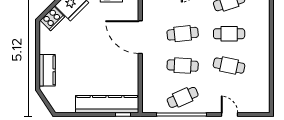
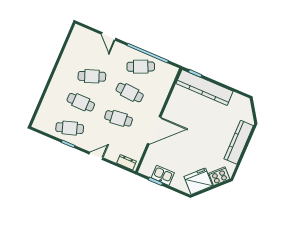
door: (140, 37) -> (154, 130), hinge flipped
cafe table: (229, 66) -> (92, 76), turned -33
kitchen counter: (47, 70) -> (239, 142), width x1.50

